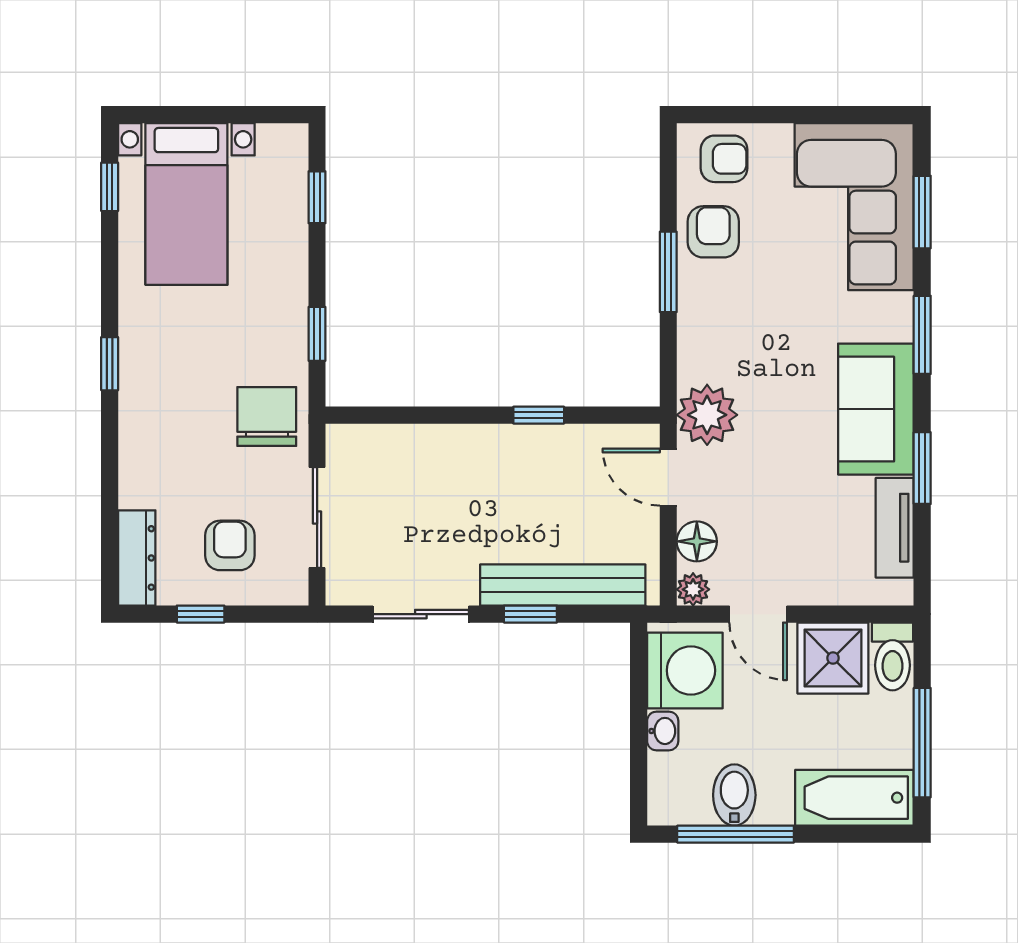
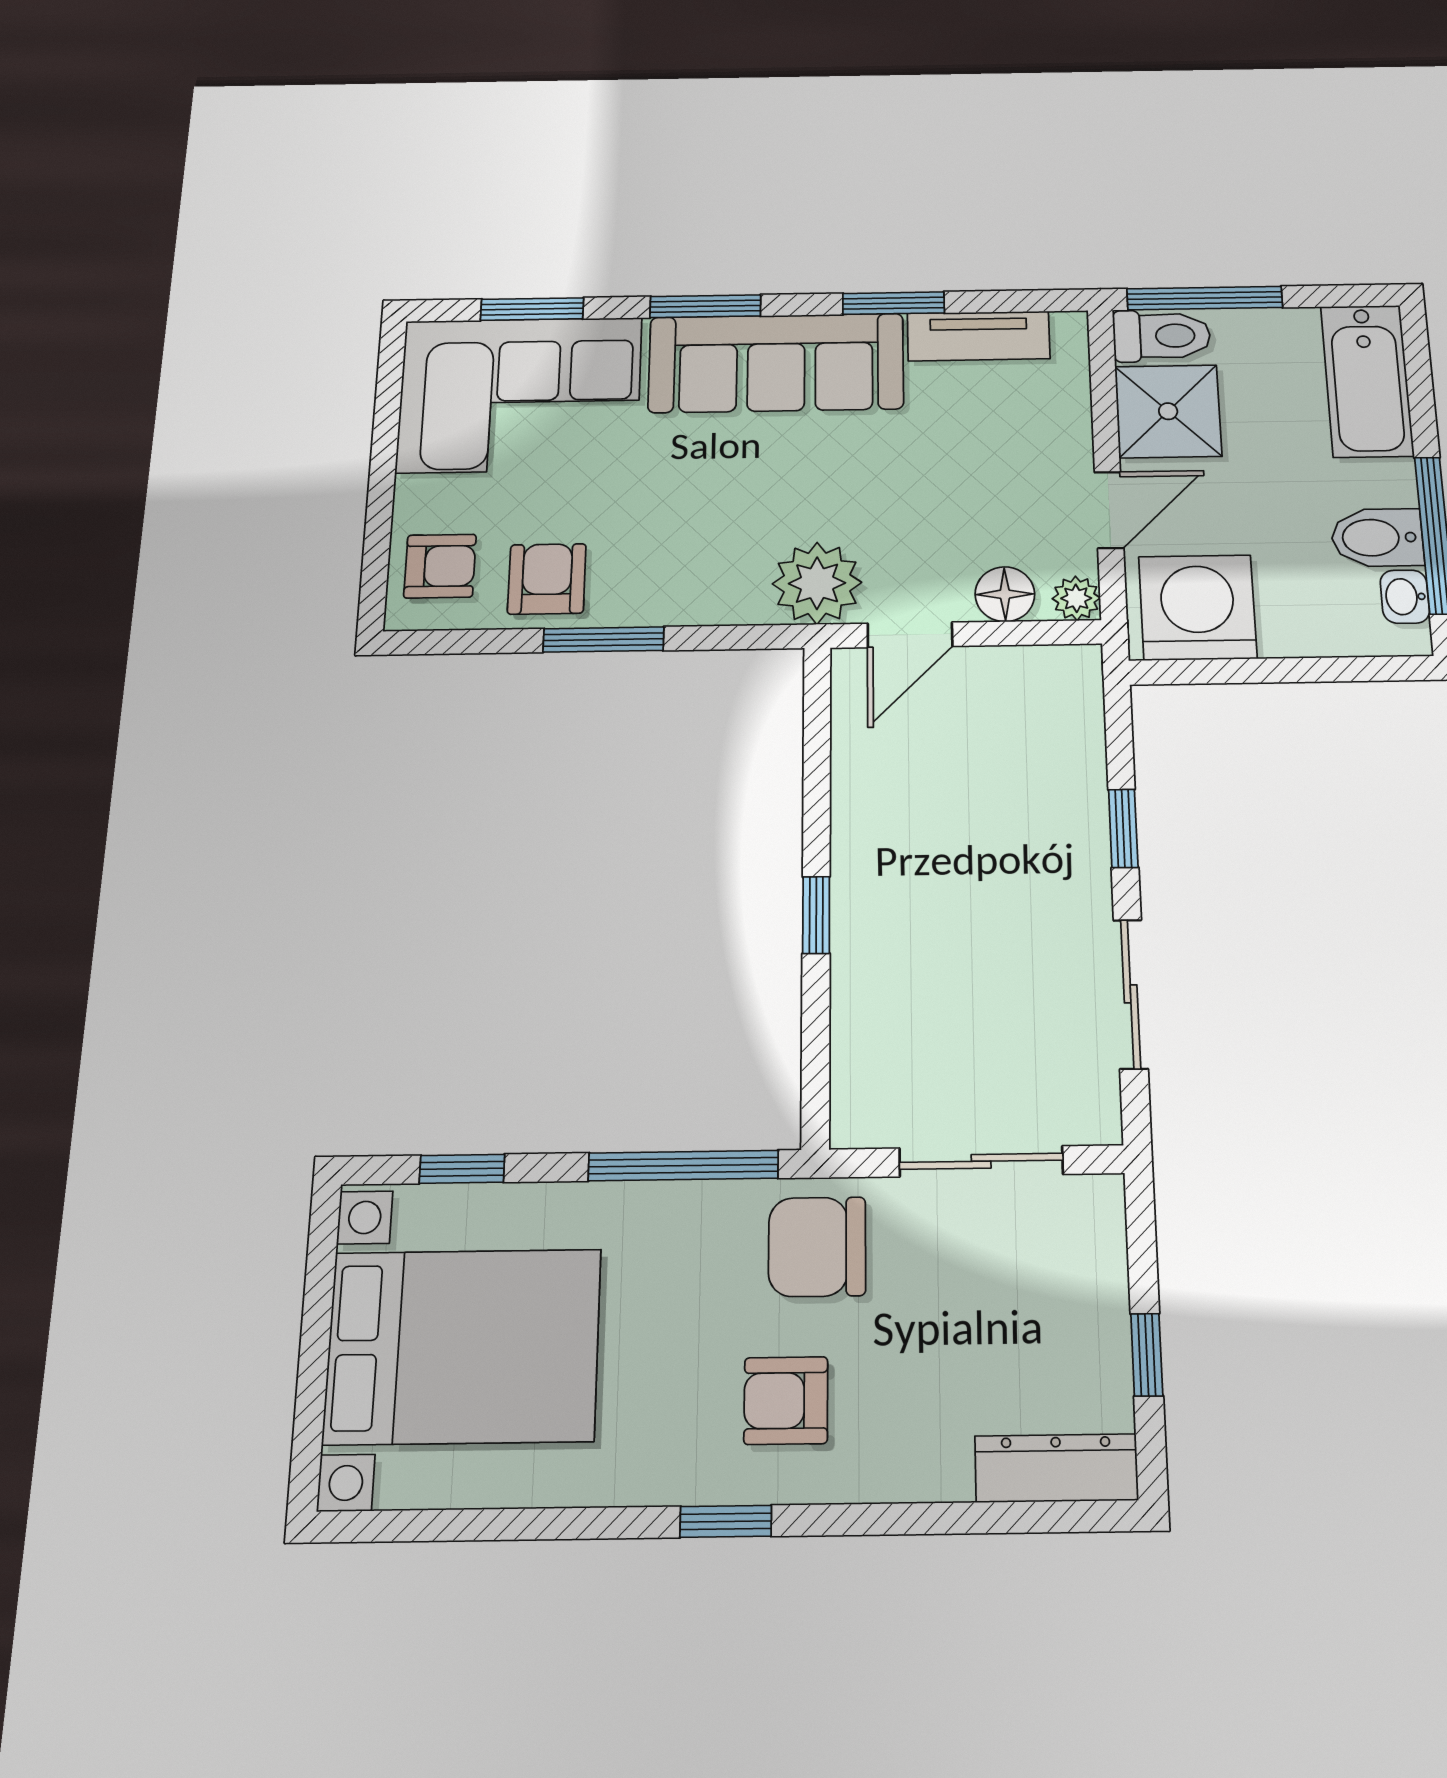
armchair: (724, 159) -> (440, 566), turned 90
window: (110, 187) -> (424, 1526), removed
bed with nightstands: (186, 204) -> (463, 1346), width x1.36
armchair: (713, 232) -> (547, 579), turned 90
window: (317, 334) -> (683, 1166), width x2.17
sofa: (876, 409) -> (776, 363), width x1.36
window: (539, 415) -> (816, 915), moved
armchair: (230, 545) -> (786, 1401), moved
bench: (563, 585) -> (1077, 782), removed
washbasin: (663, 731) -> (1405, 597), moved, turned -90
window: (922, 743) -> (1205, 298), moved

